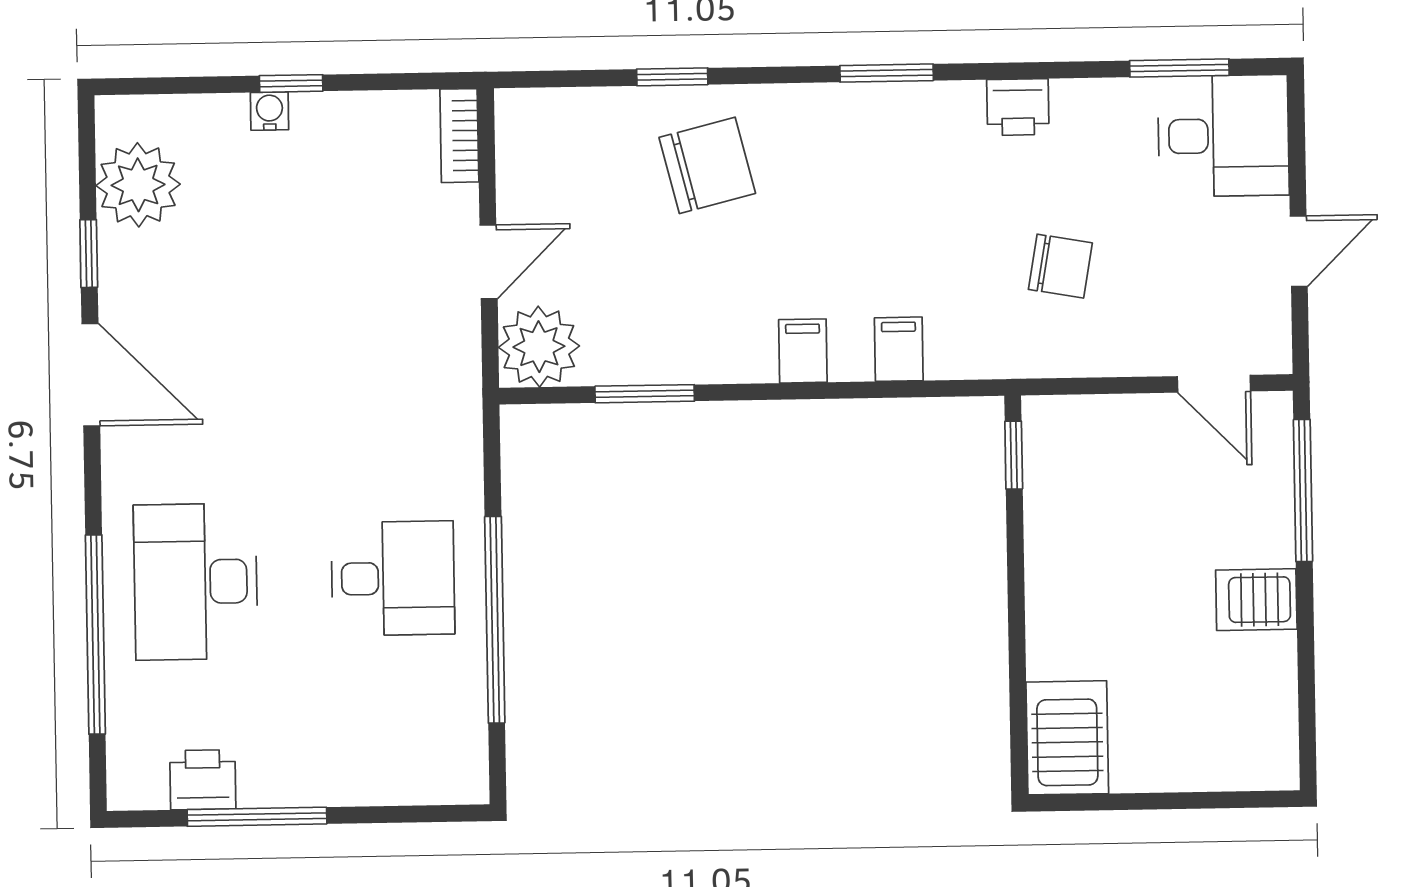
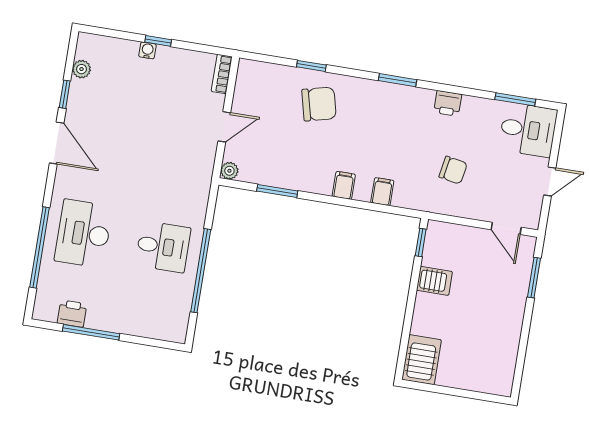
plant: (138, 185) -> (82, 69), width x0.53, depth x0.53
plant: (539, 347) -> (229, 171), width x0.53, depth x0.53
window: (1303, 490) -> (534, 278), width x0.69
server rack: (1256, 600) -> (434, 281), moved, turned 180

